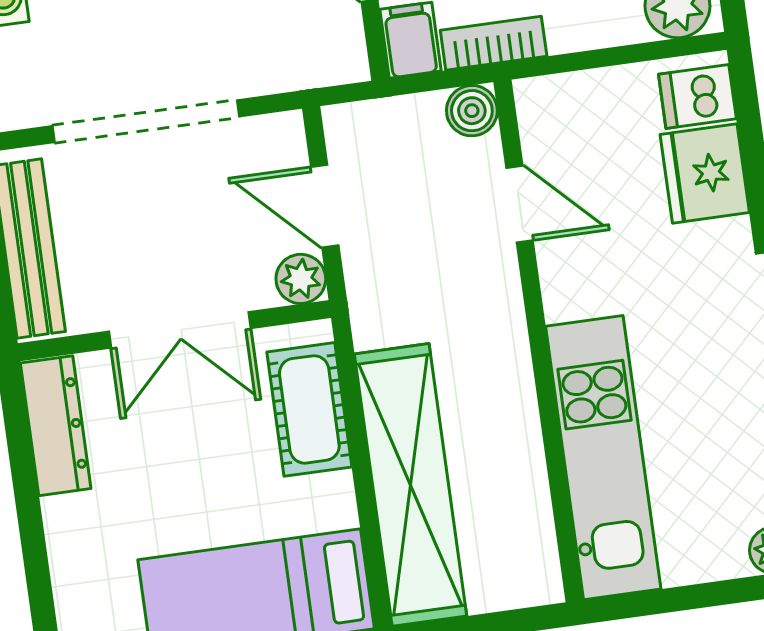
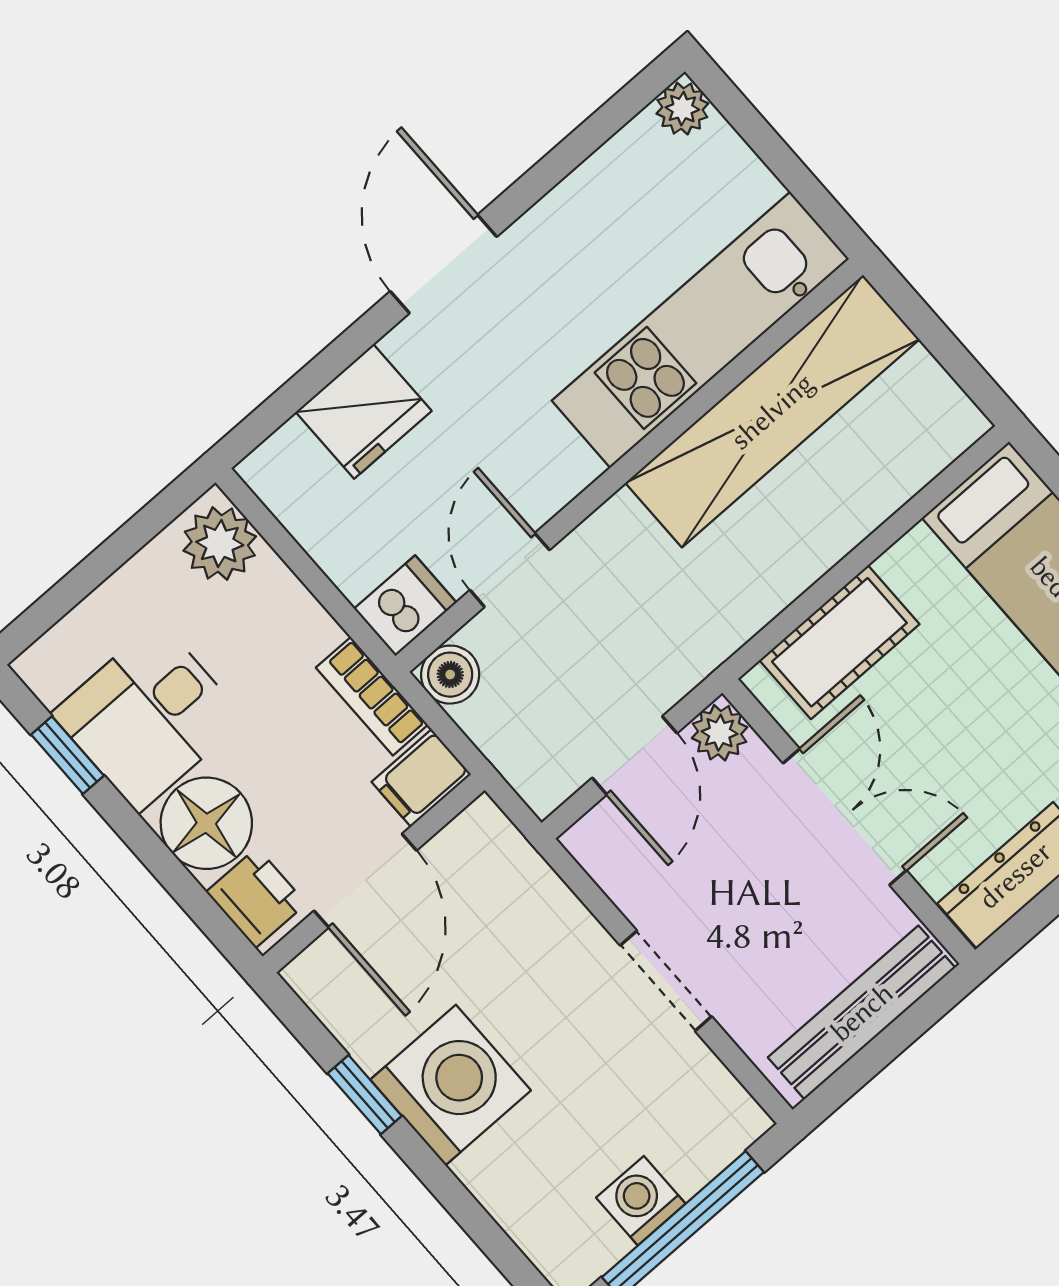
dishwasher: (697, 96) -> (405, 606), moved, turned -90
doorway: (146, 121) -> (666, 981), width x0.53
shelving: (411, 485) -> (772, 411), moved

